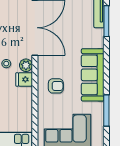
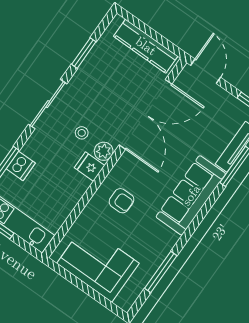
sofa: (93, 75) -> (191, 195), moved

